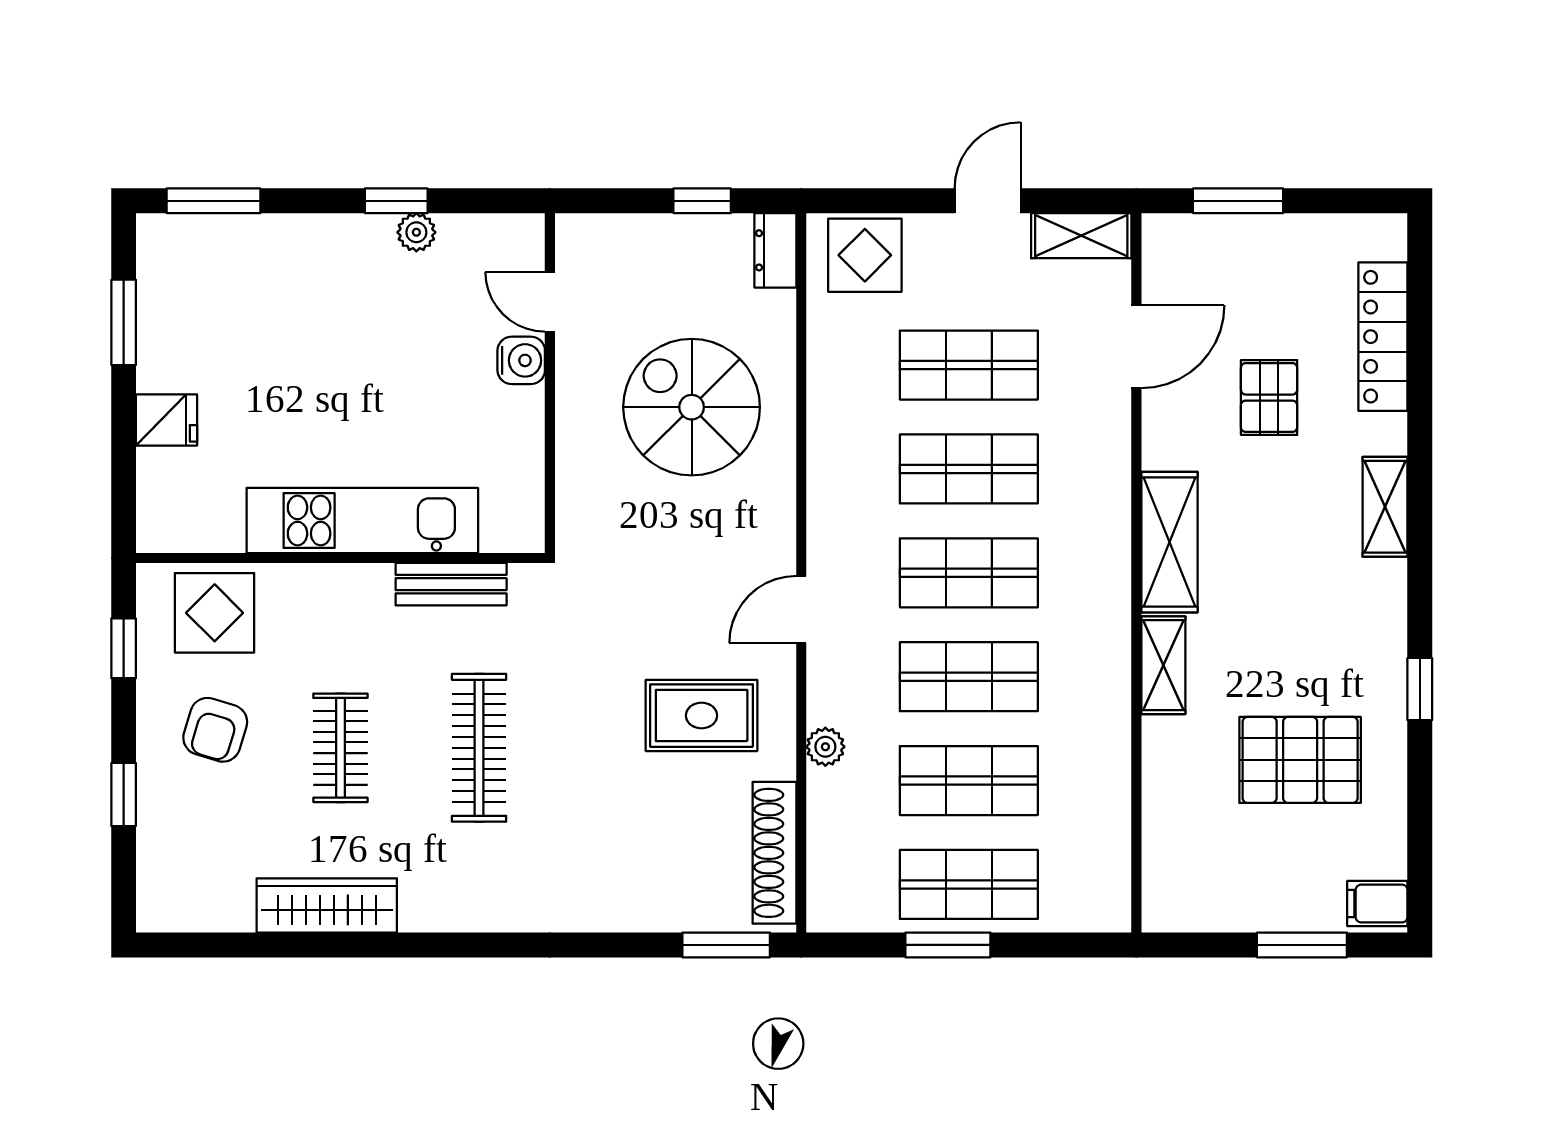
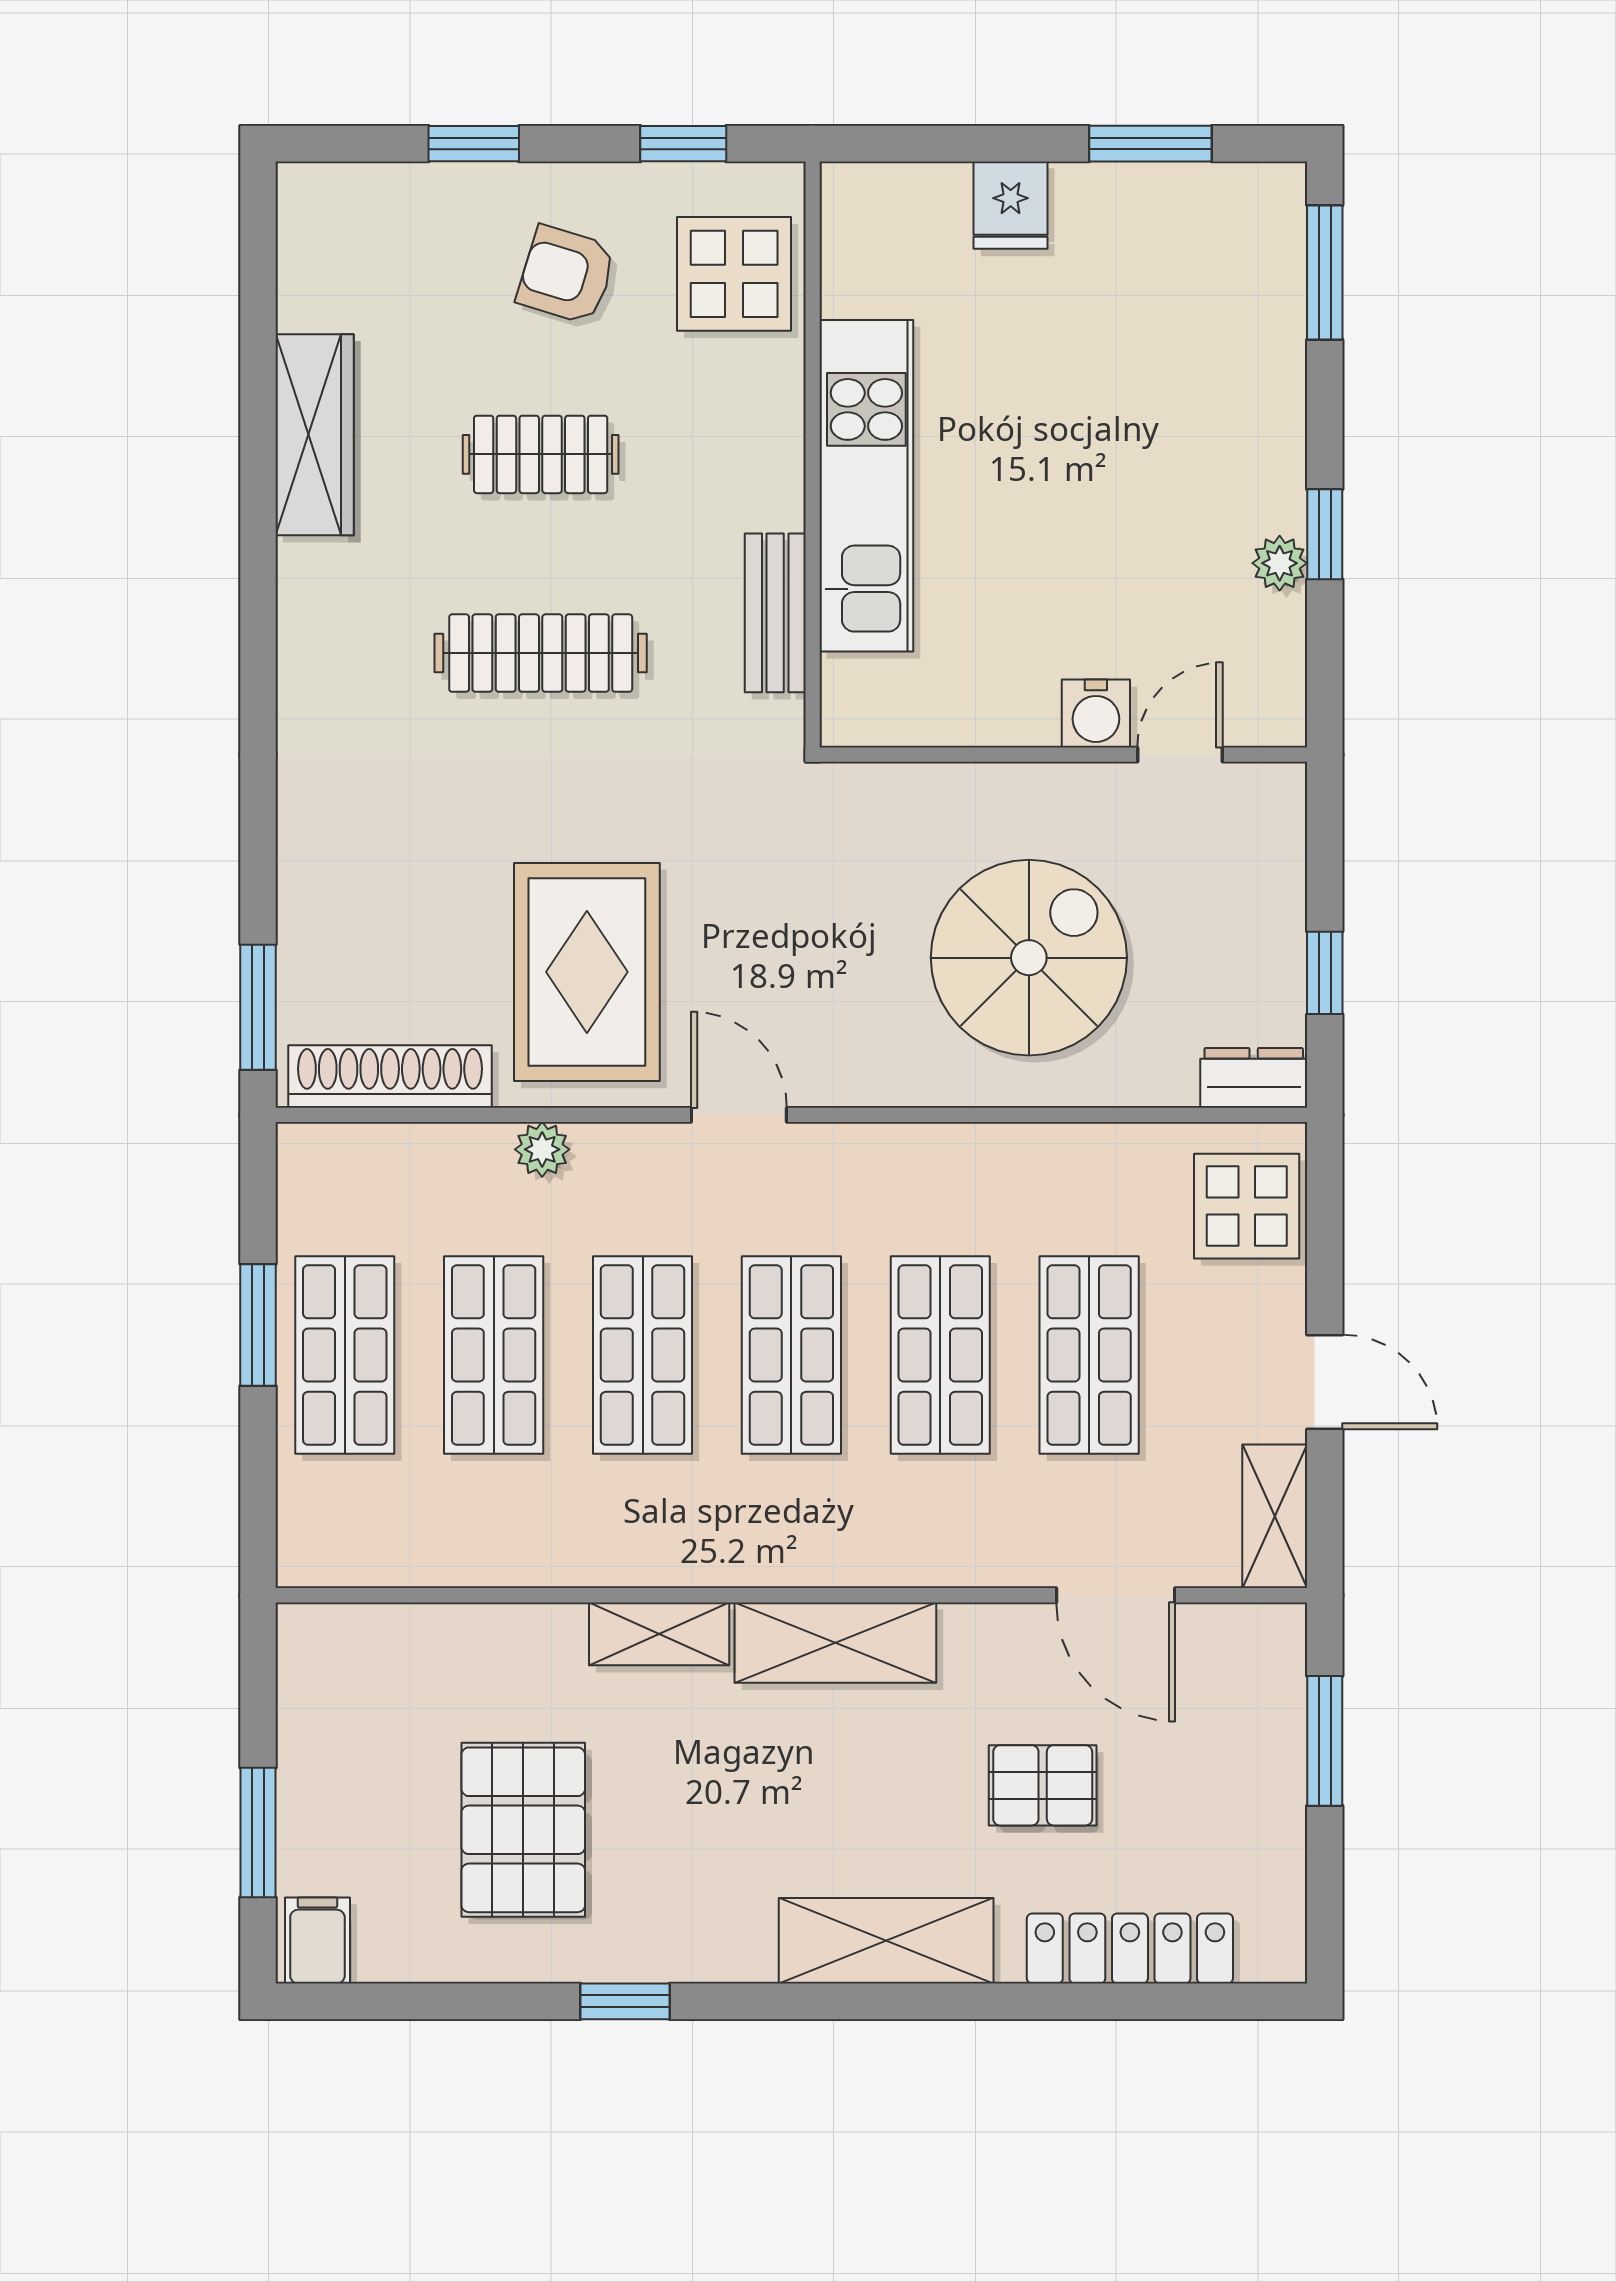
shelving: (1385, 507) -> (886, 1941), width x1.50, depth x1.33
rug: (702, 716) -> (587, 972), width x1.36, depth x1.43

